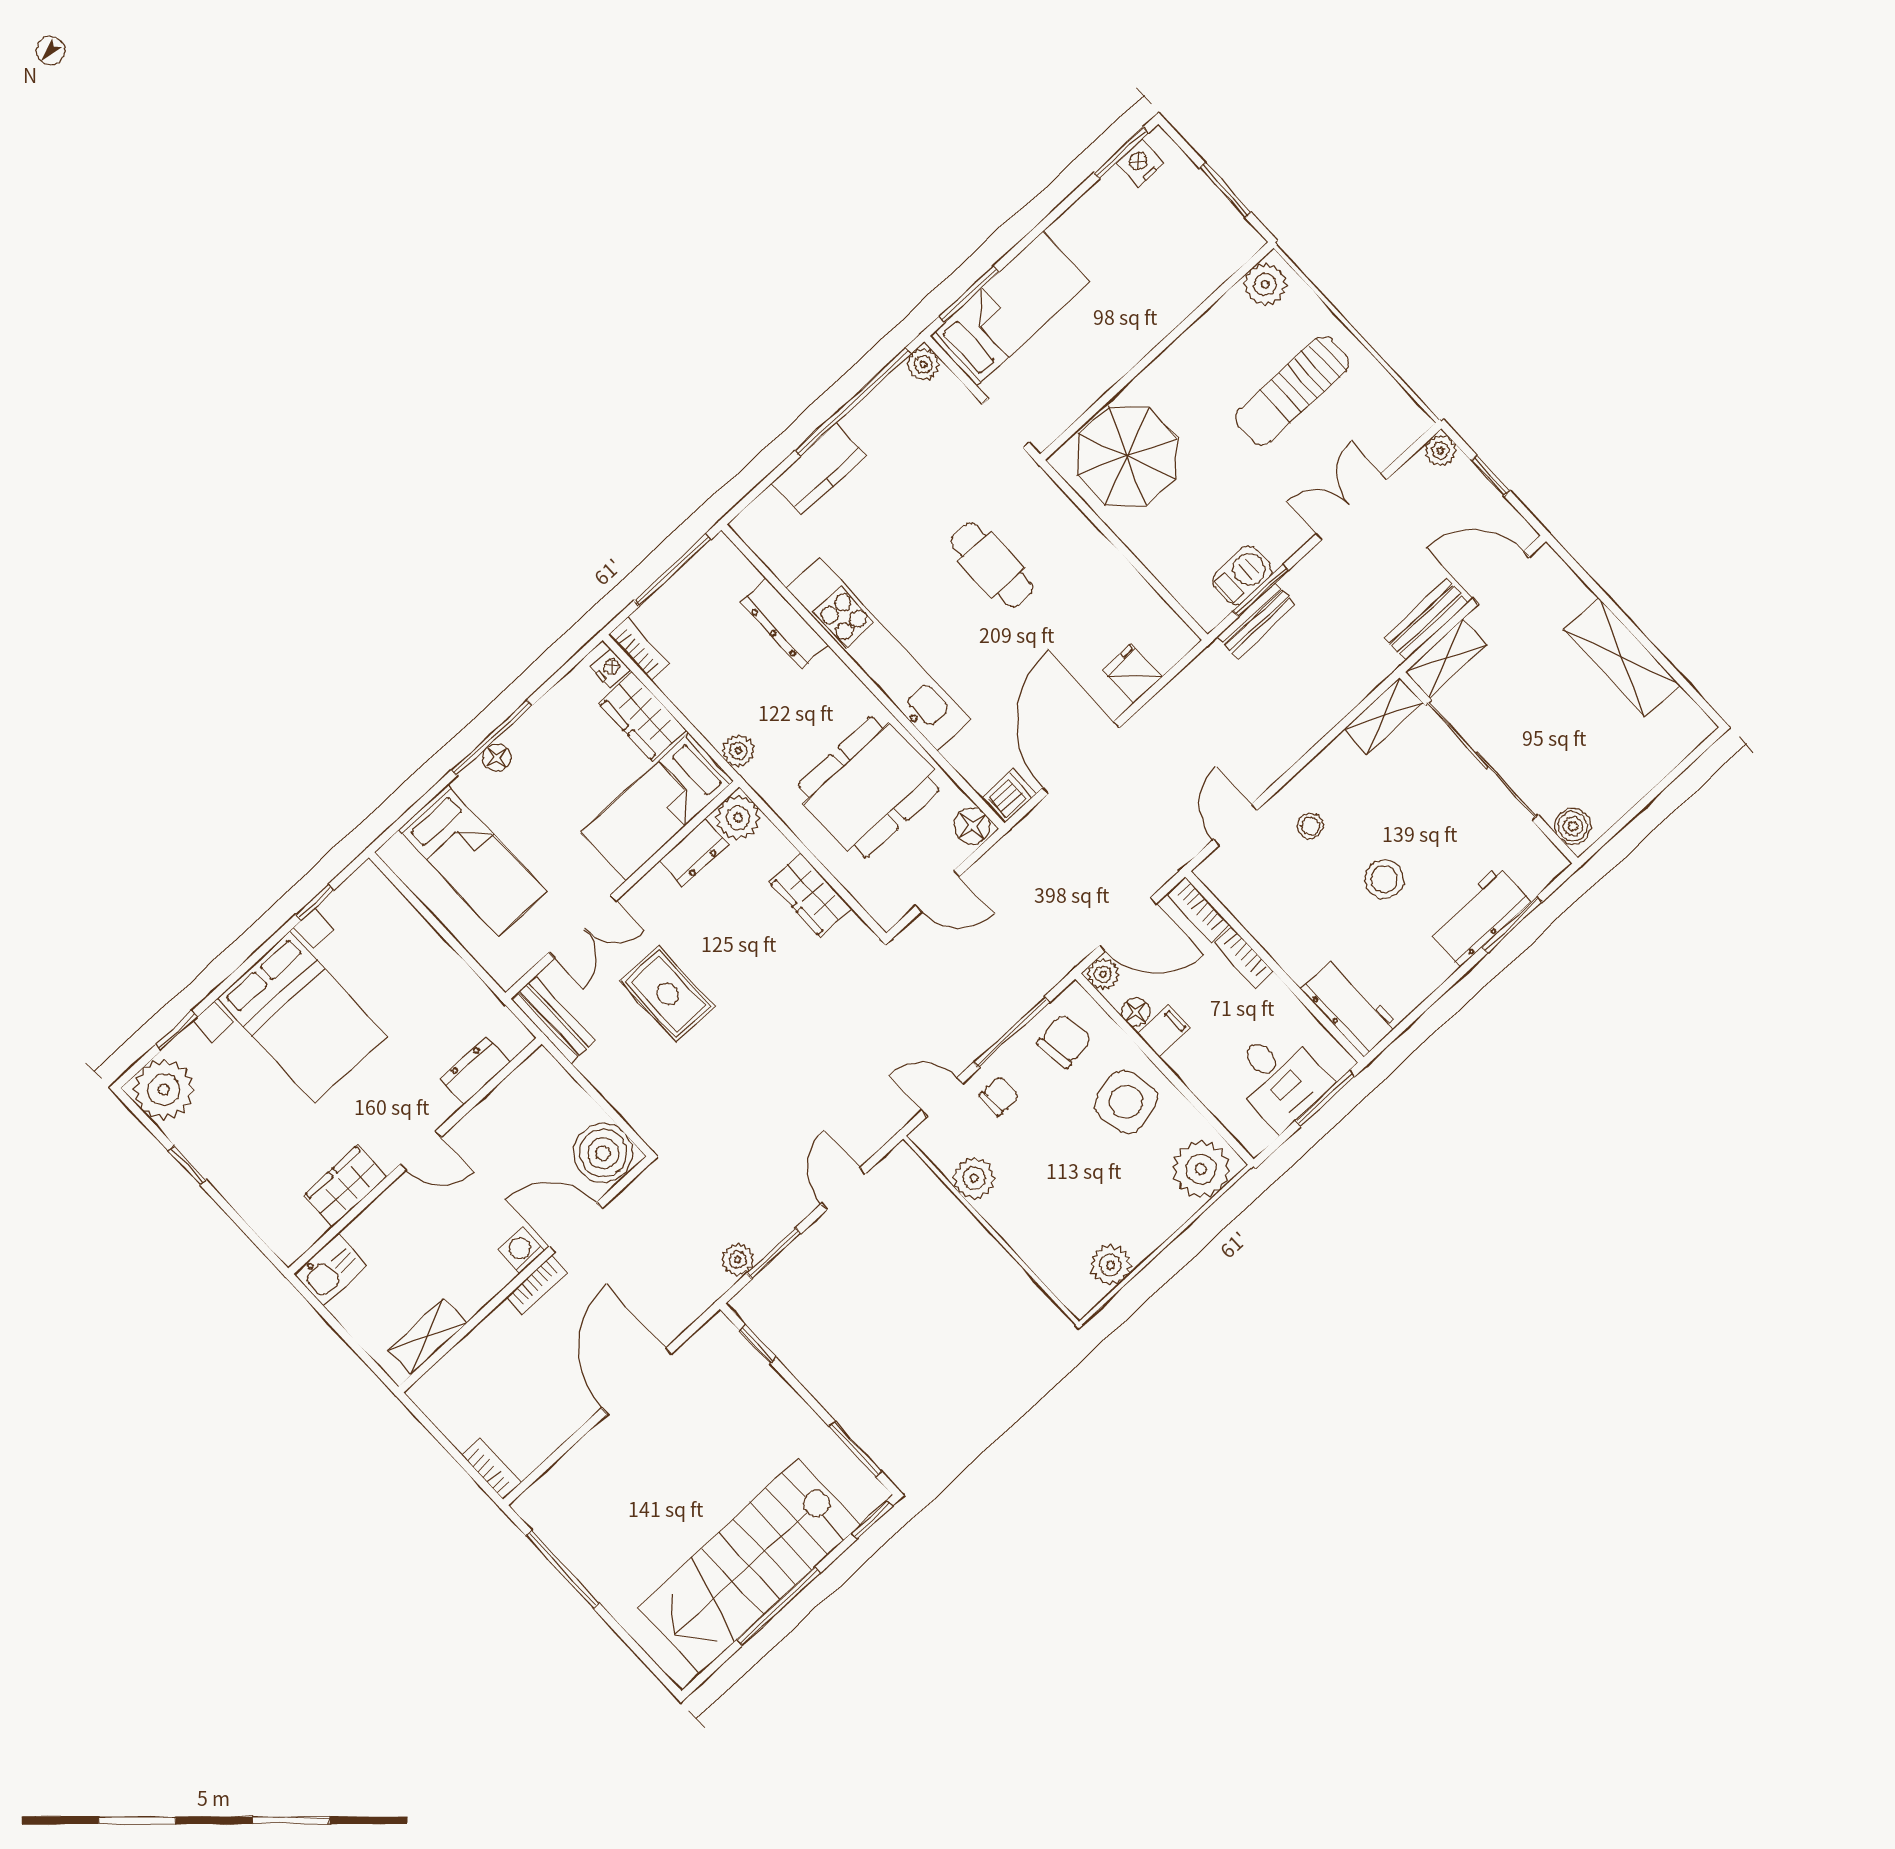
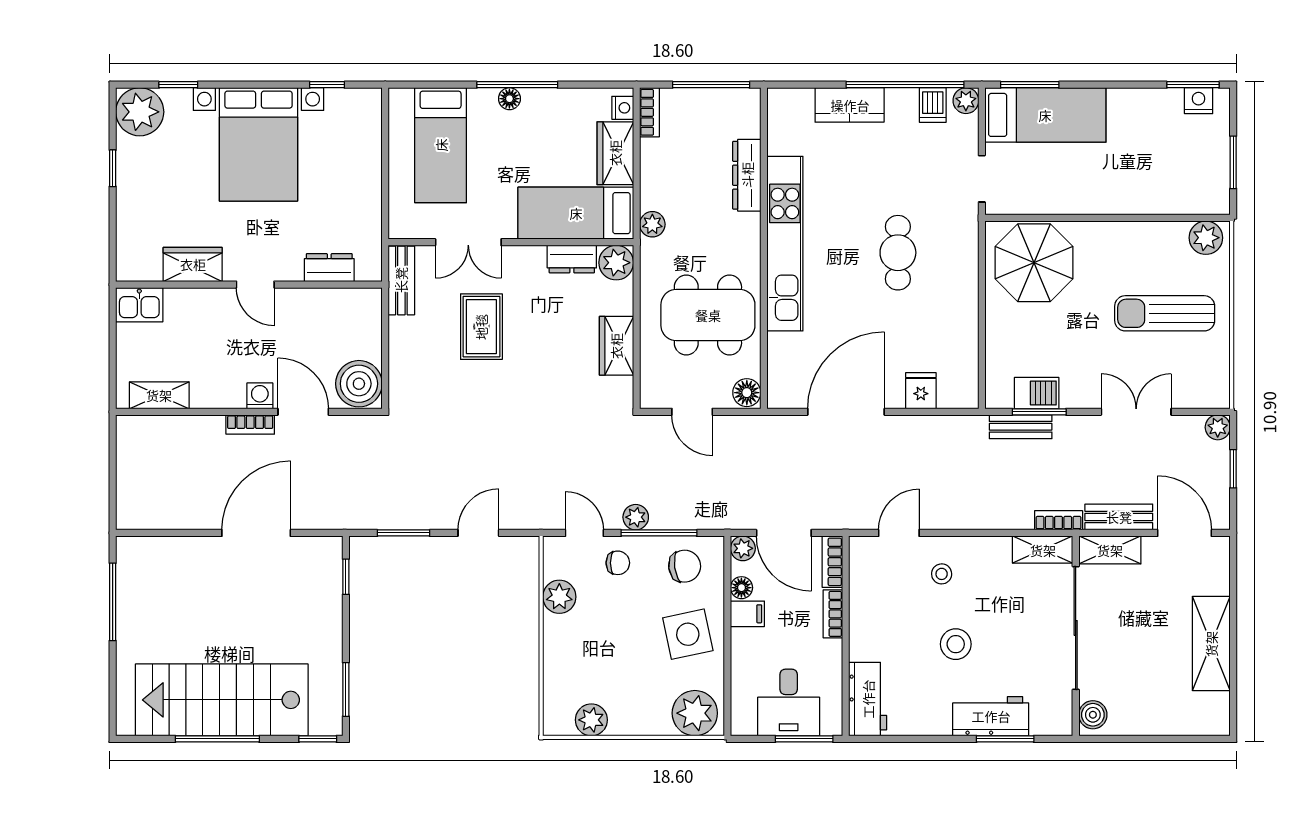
dishwasher: (1009, 796) -> (933, 105), moved, turned 90
plant: (738, 1260) -> (636, 517), moved
bookcase: (491, 1469) -> (1059, 520), moved, turned -90

